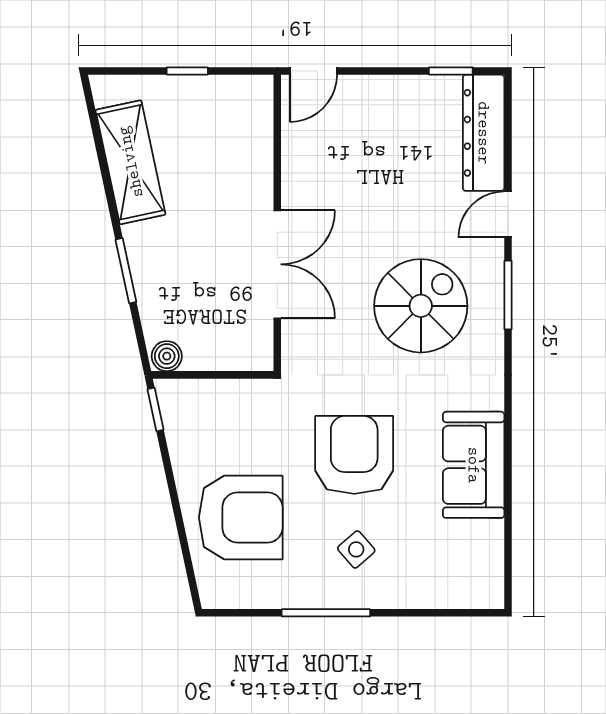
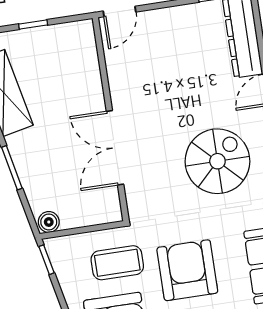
double door: (277, 264) -> (115, 148), swing flipped
coffee table: (256, 429) -> (117, 263), added

